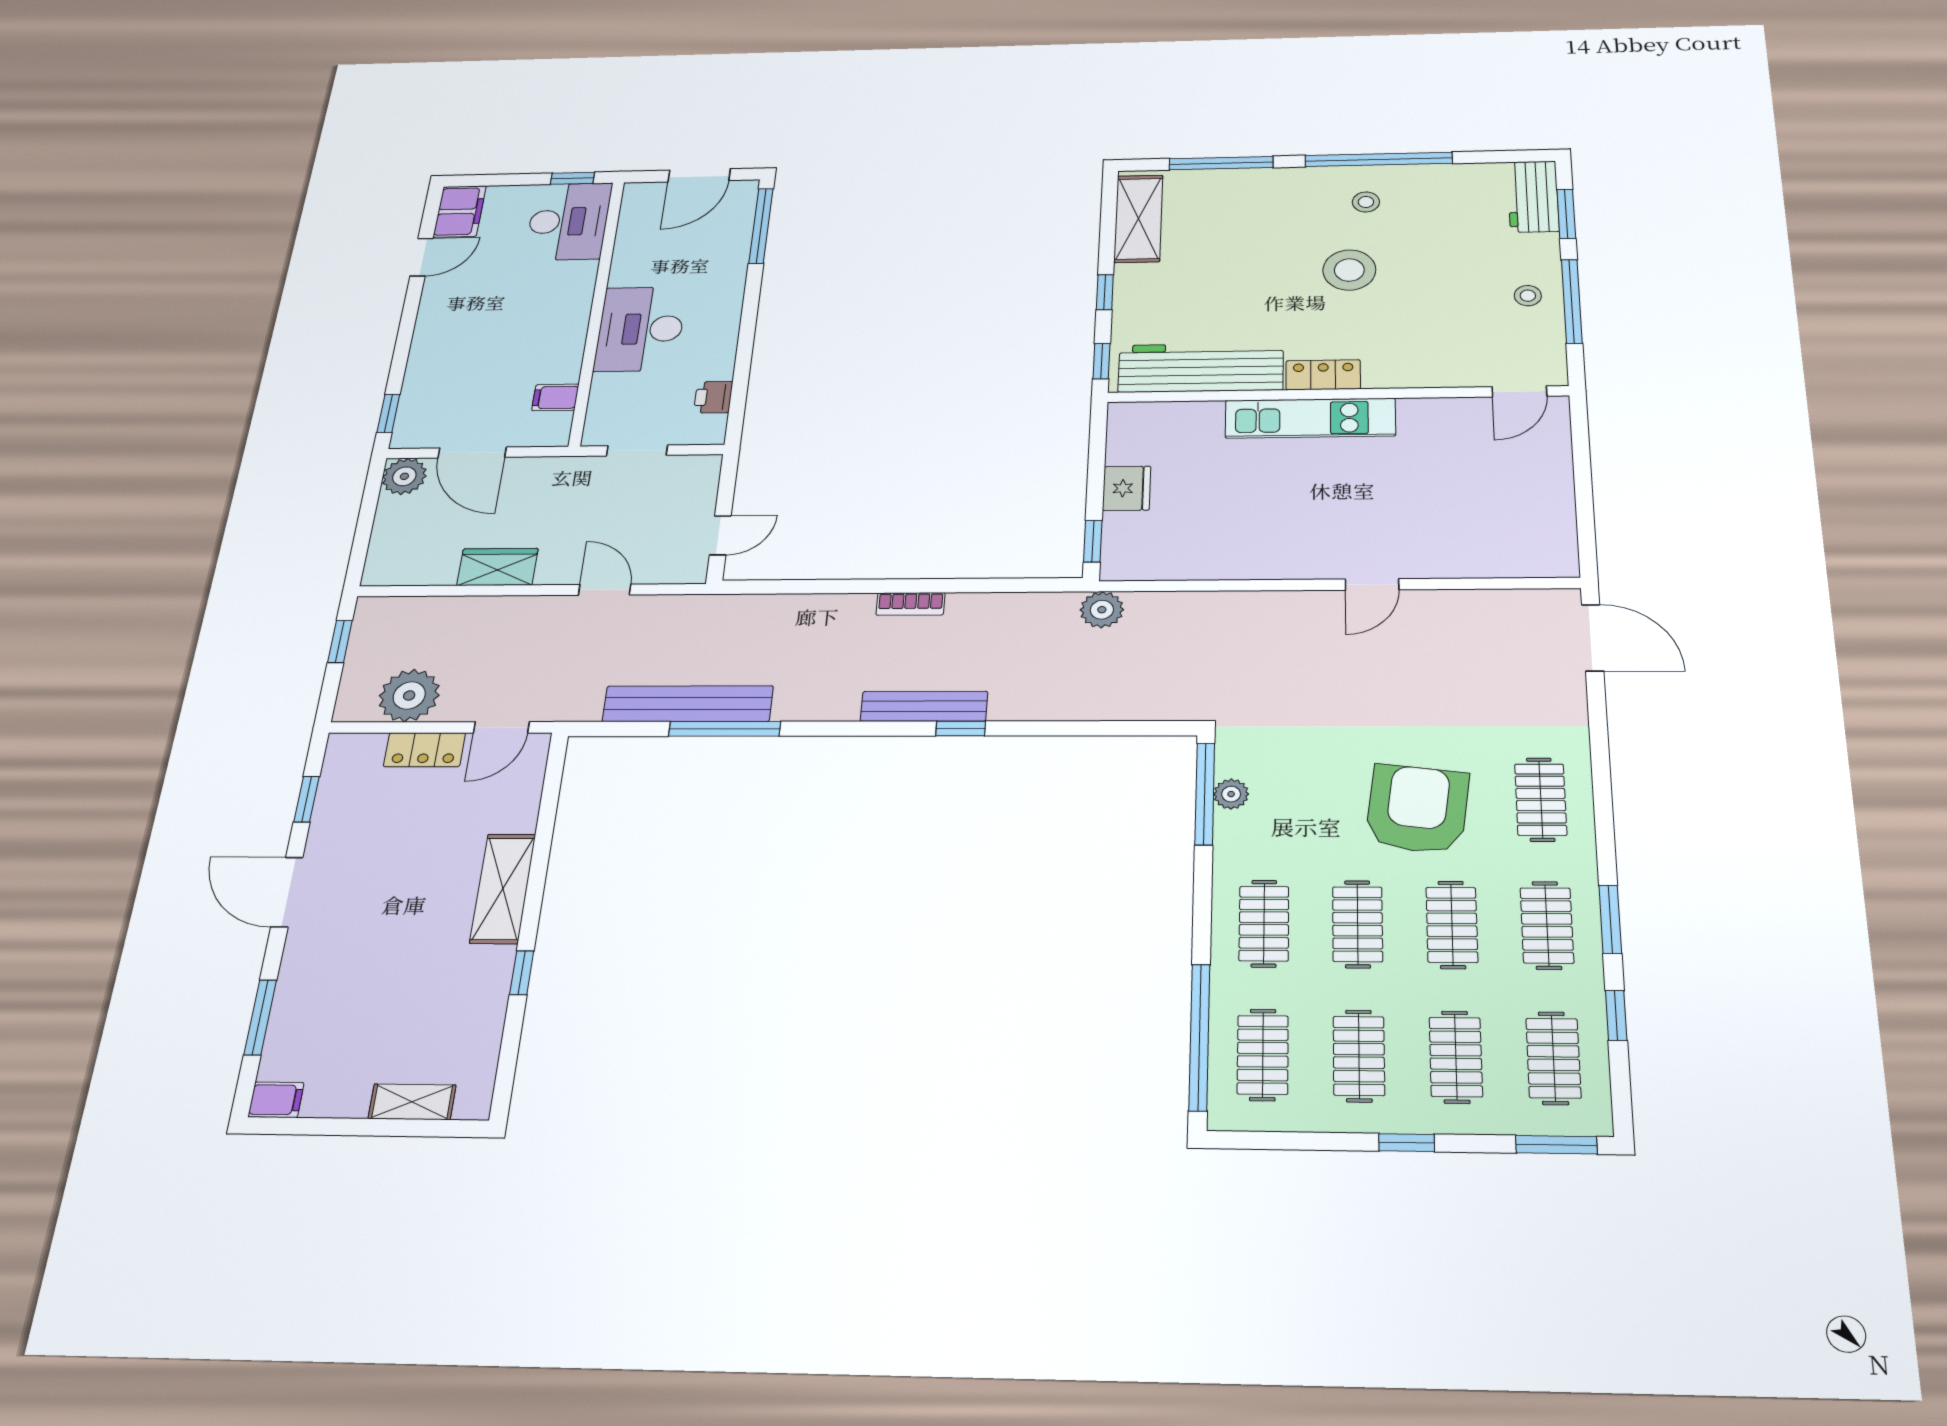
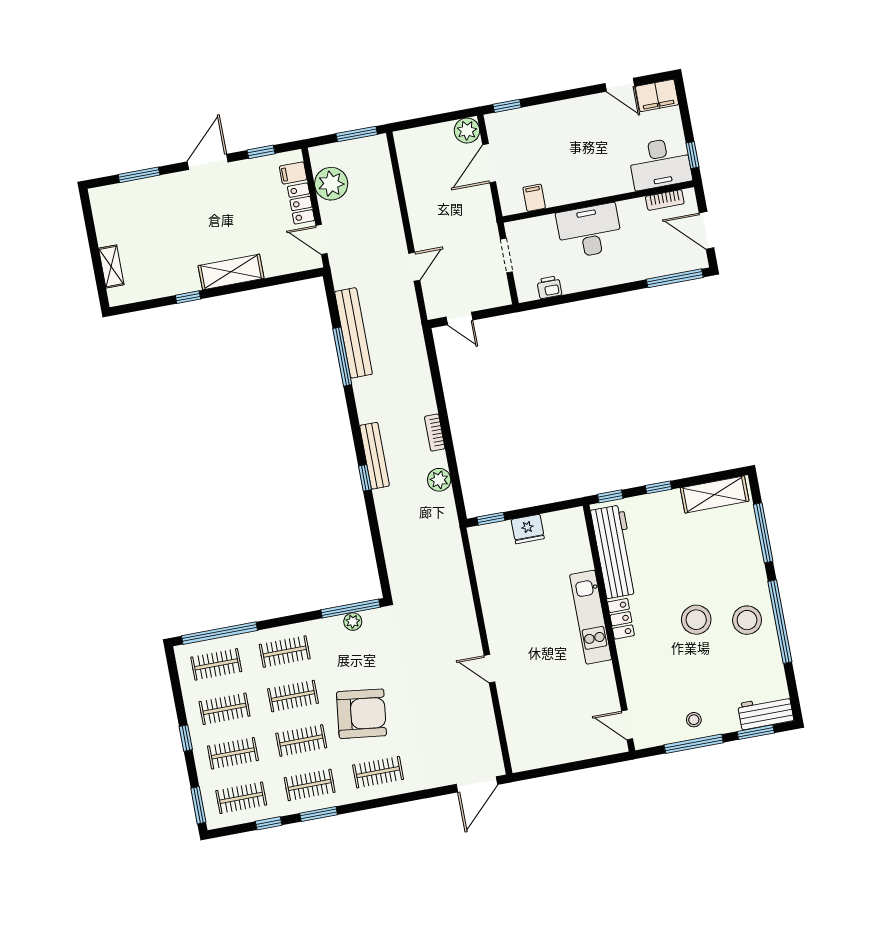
stool: (1366, 202) -> (747, 620), width x1.89, depth x1.89
bookcase: (629, 223) -> (665, 200), added
wardrobe: (497, 567) -> (418, 203), removed
plant: (1102, 610) -> (439, 480), moved
window: (340, 641) -> (357, 134), width x1.50
filing cabinet: (276, 1100) -> (293, 173), moved, turned 90

